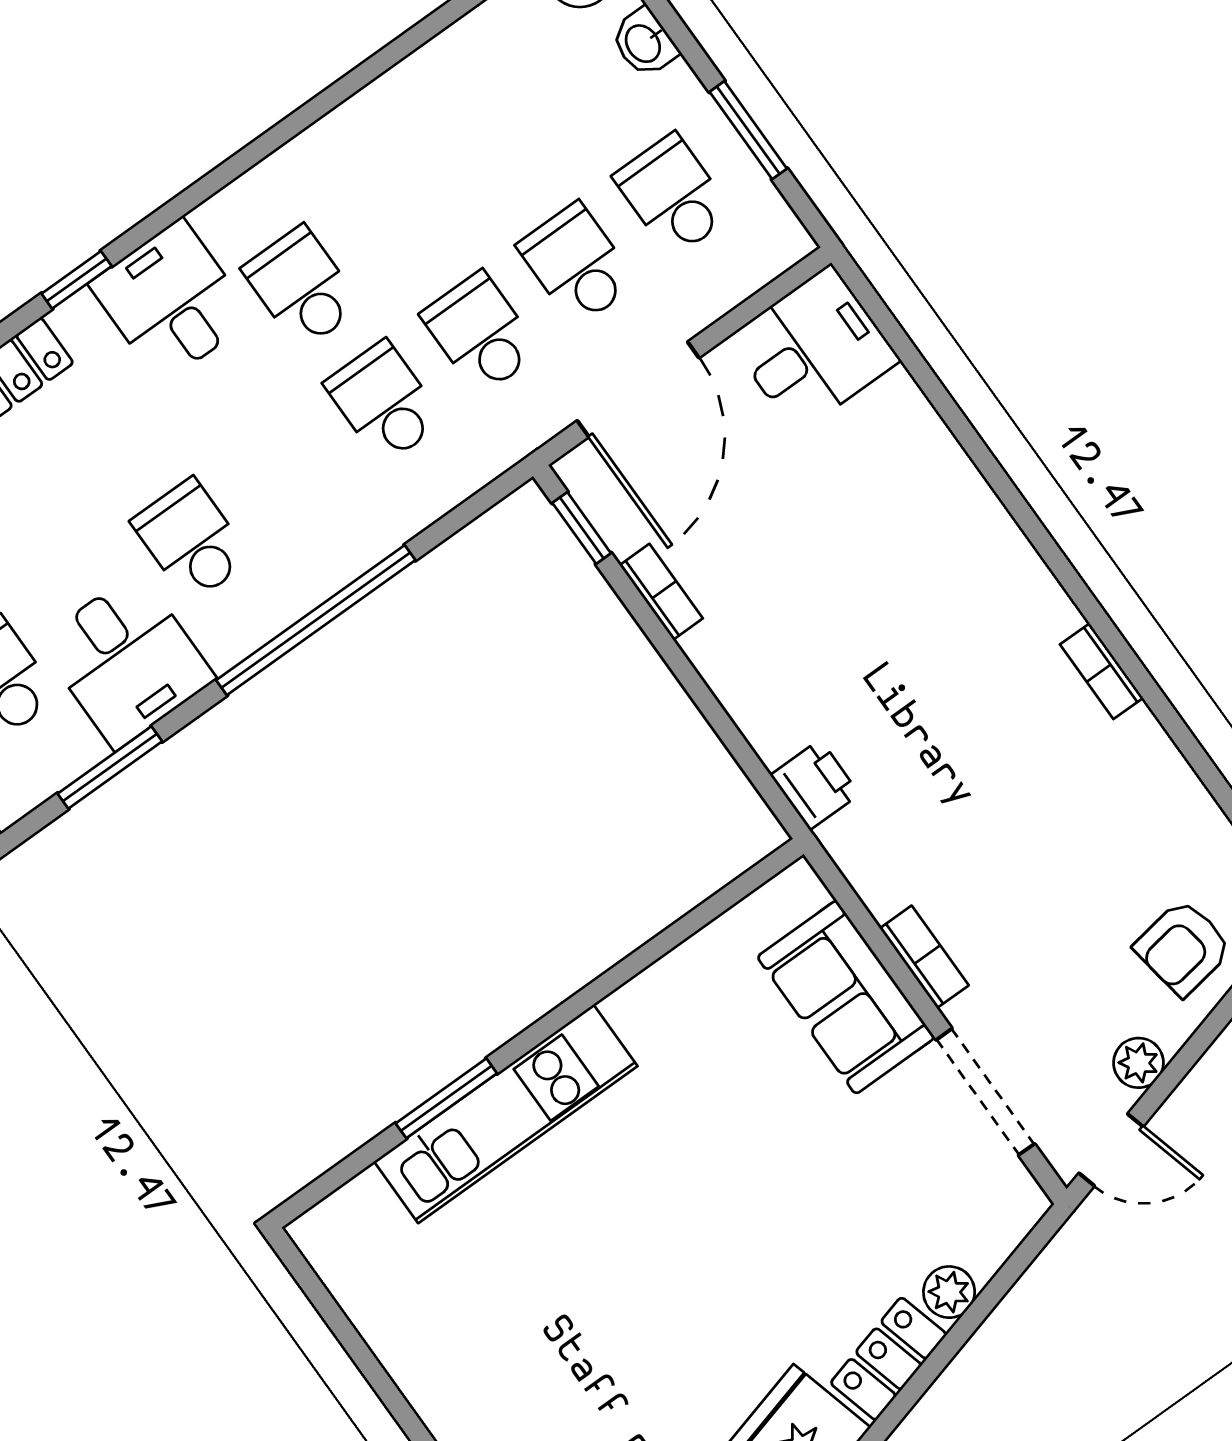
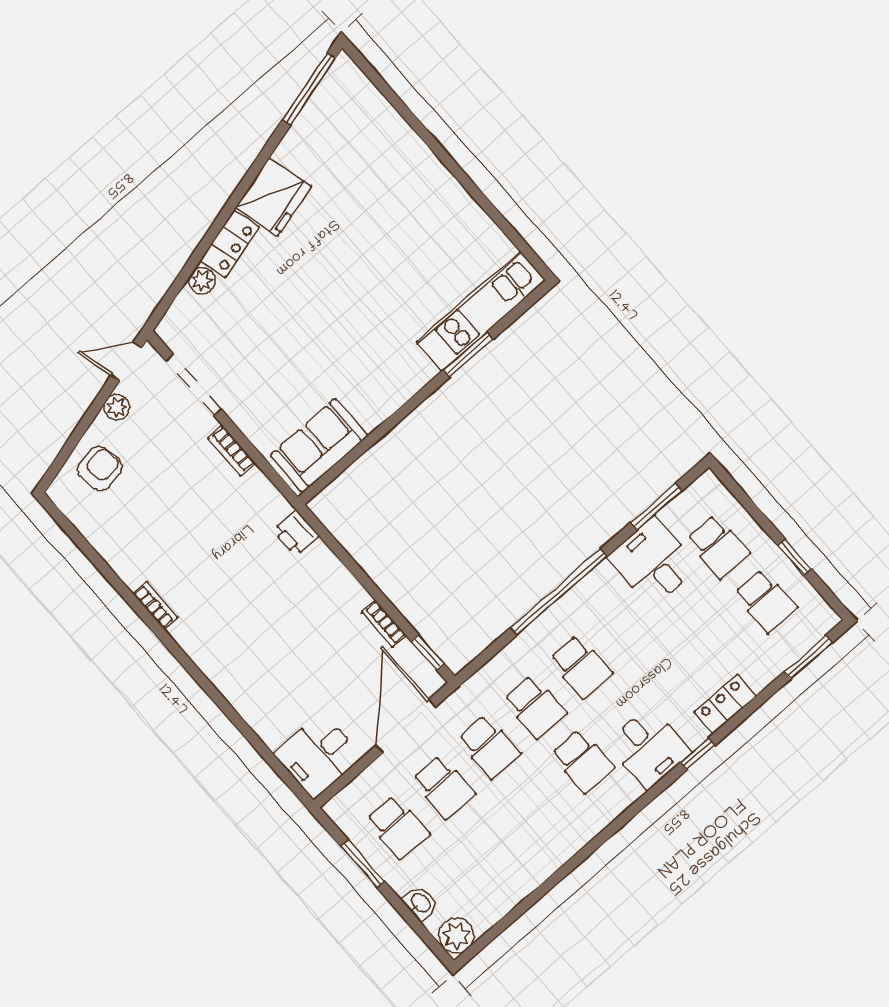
school desk: (191, 540) -> (581, 667), moved
sofa: (846, 997) -> (319, 445), moved, turned -90
kitchen unit: (506, 1114) -> (481, 311), moved

